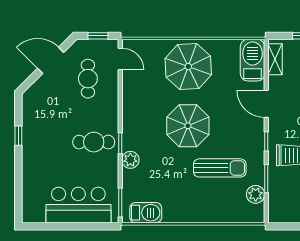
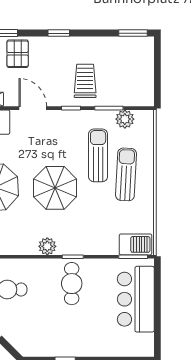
door: (266, 104) -> (33, 108), swing flipped
plant: (130, 160) -> (47, 246), moved
sun lounger: (201, 195) -> (126, 174), added
barbecue: (146, 213) -> (136, 244), moved, turned 90

